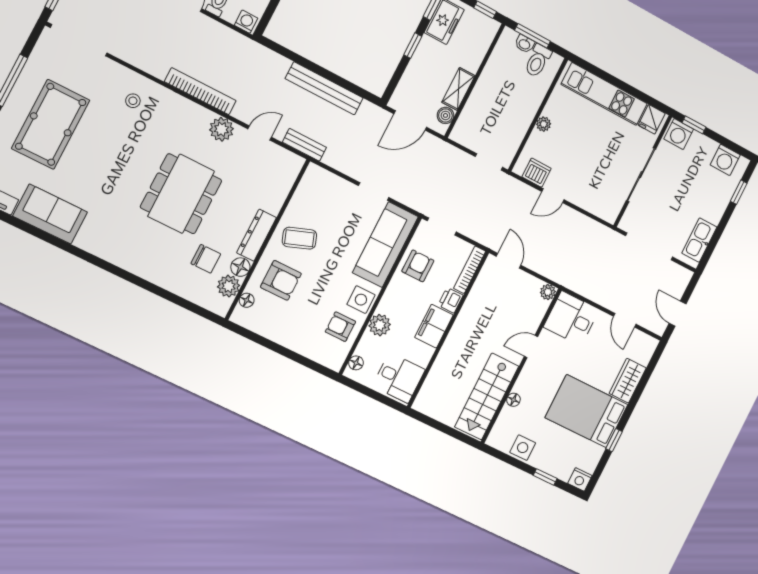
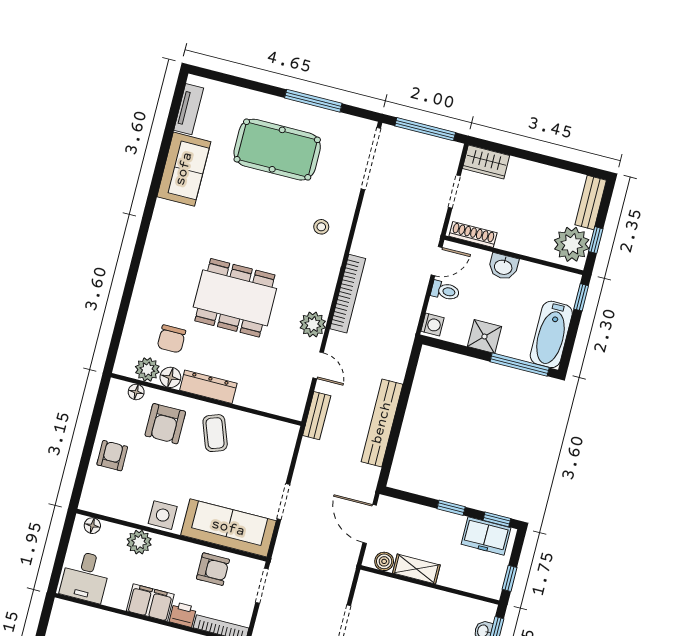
armchair: (340, 327) -> (112, 456), moved

